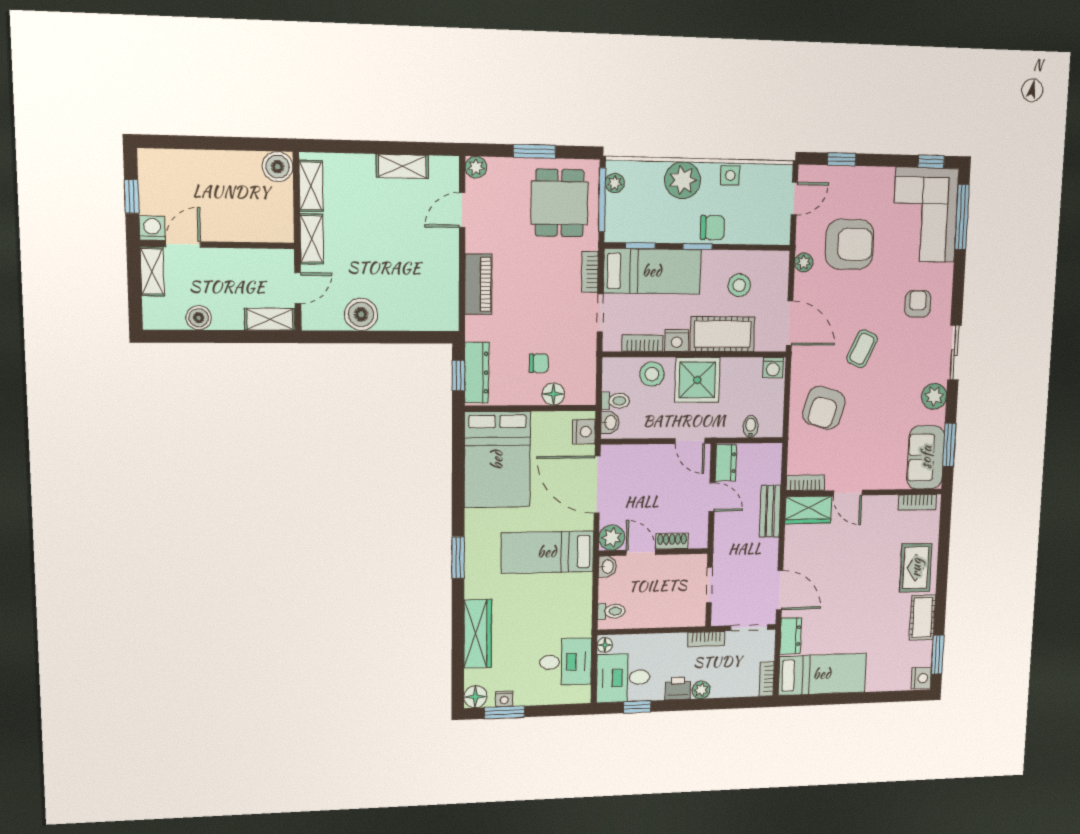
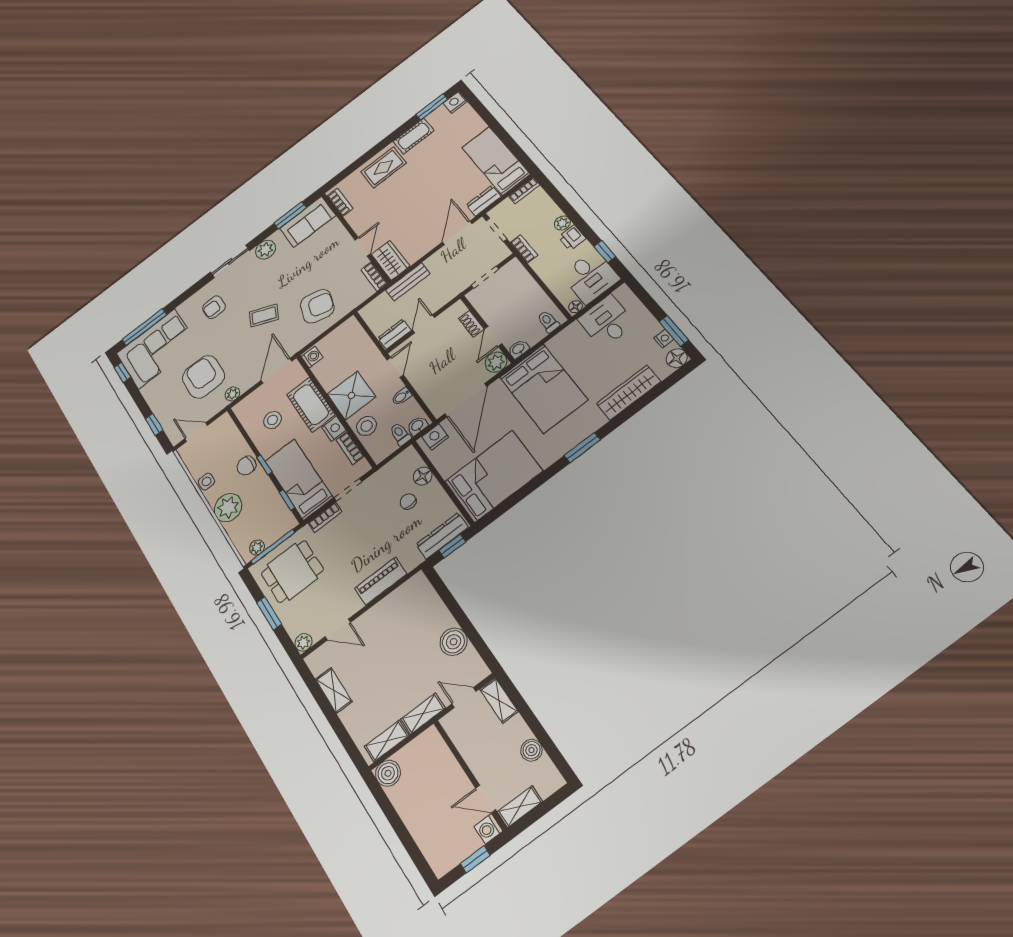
chair: (712, 228) -> (246, 466), turned -90
bidet: (751, 426) -> (401, 397), moved
bed: (547, 552) -> (543, 388), width x1.50

